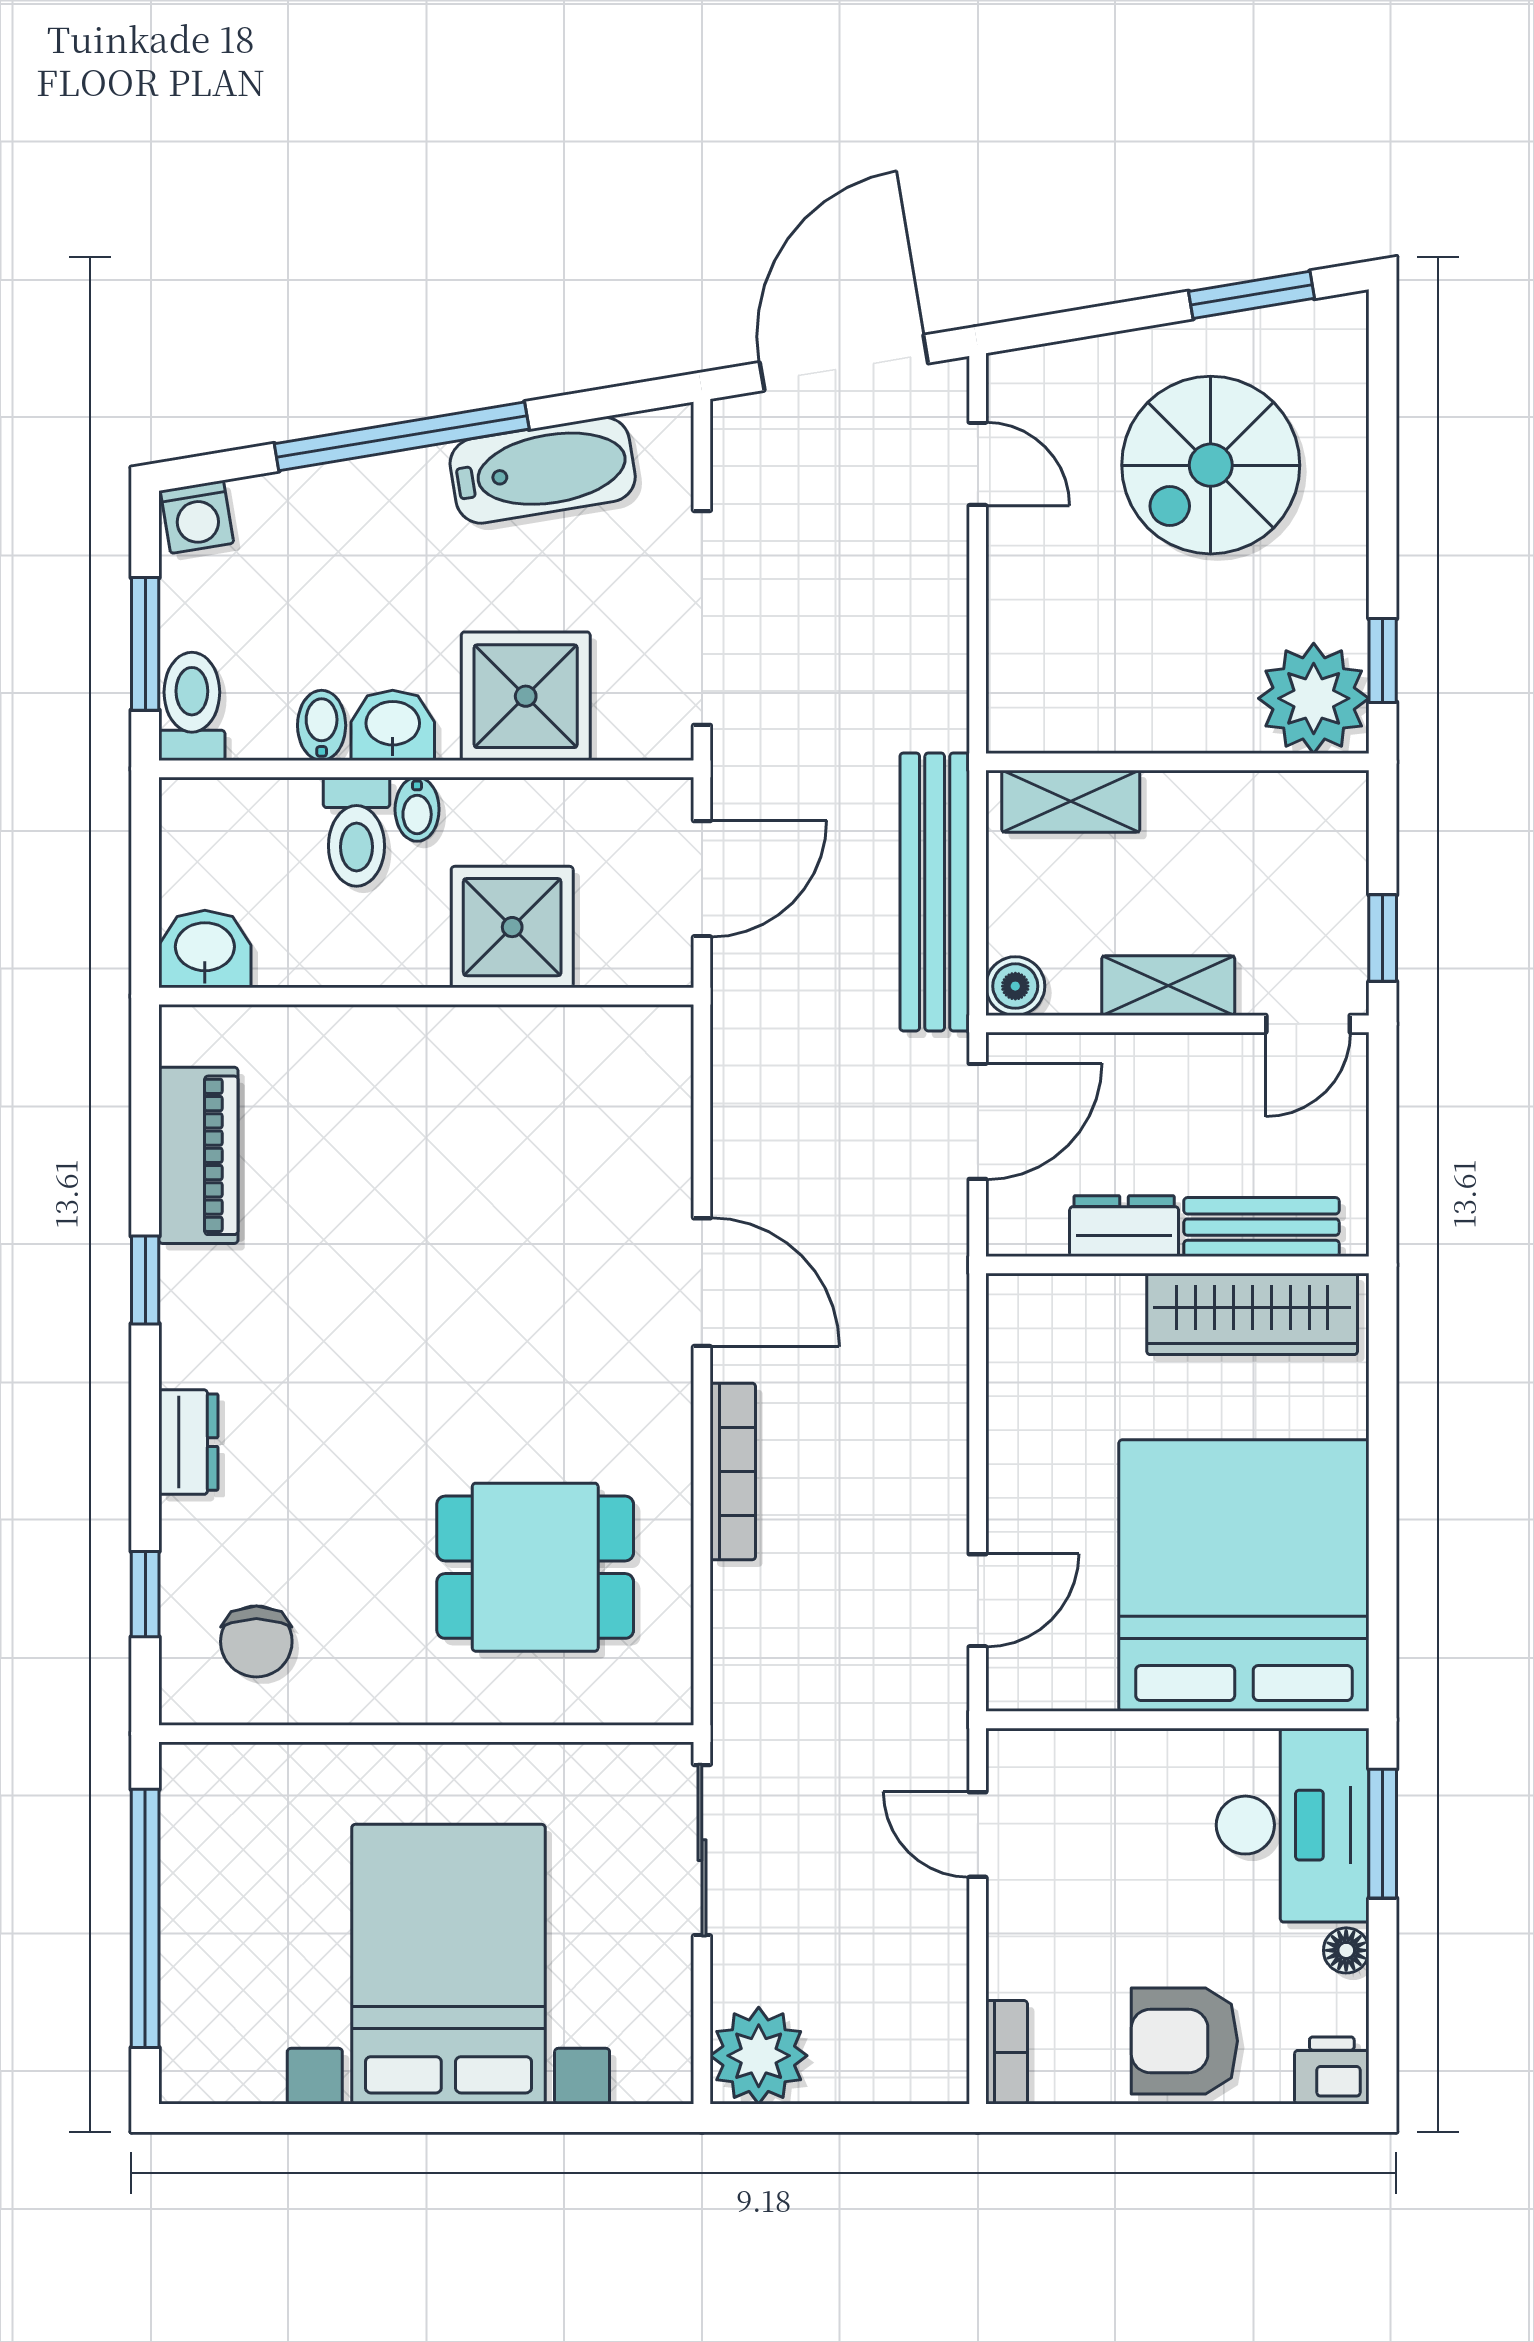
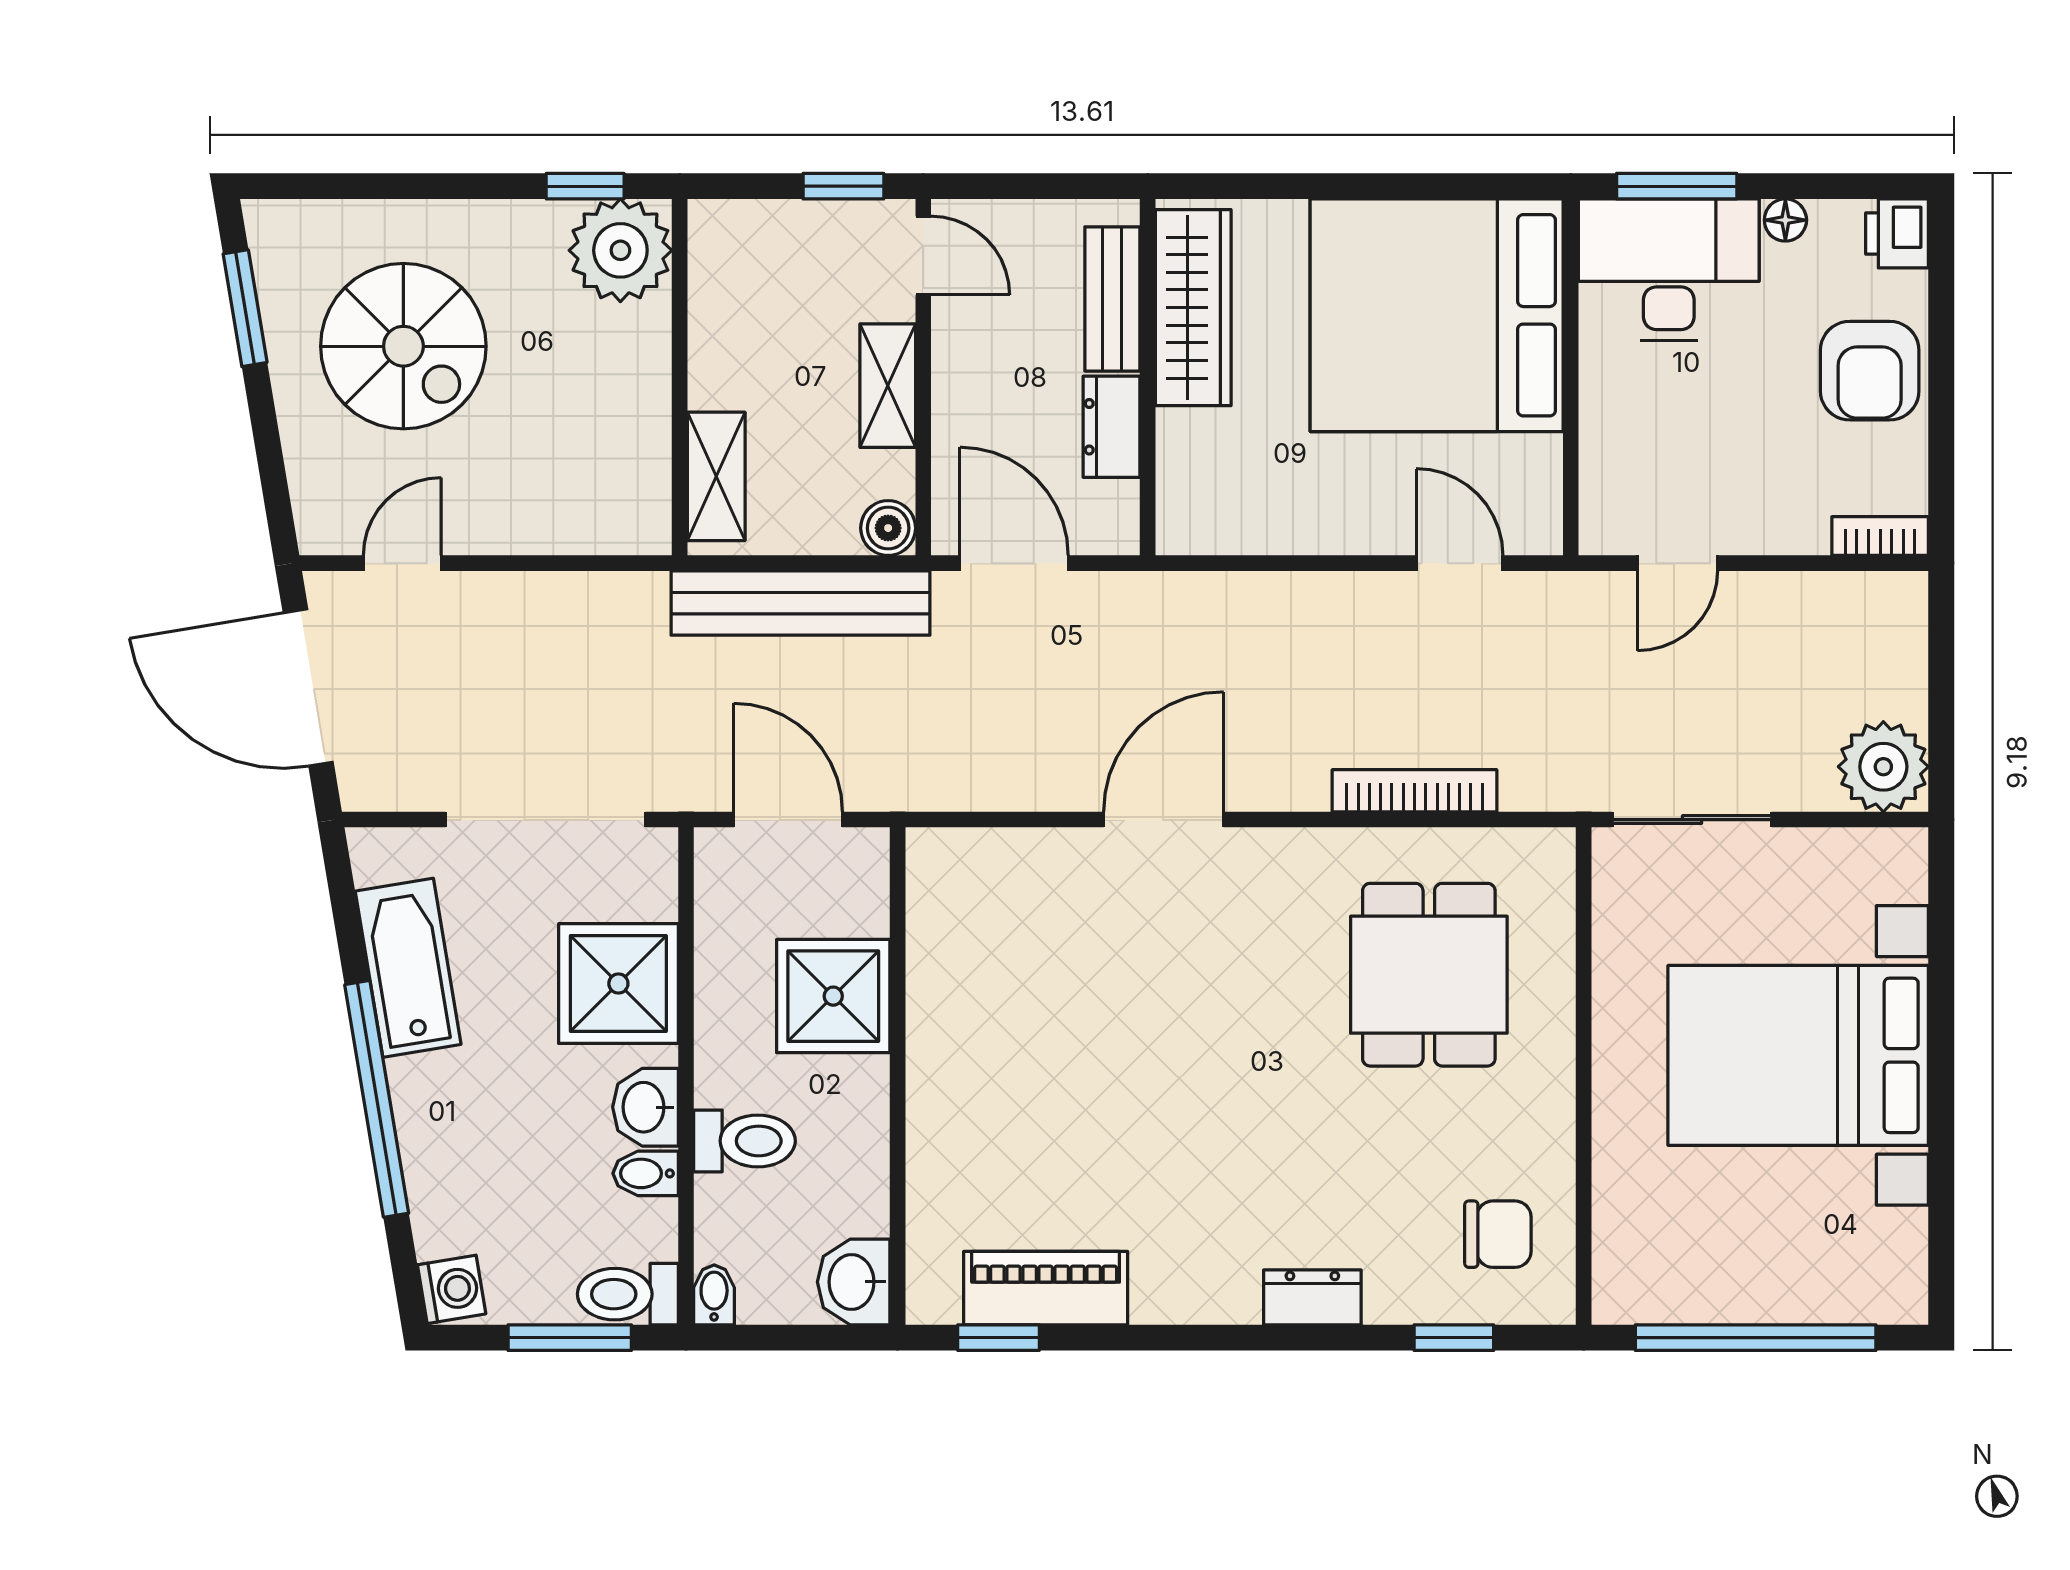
bidet: (417, 809) -> (714, 1295), moved, turned -90
window: (145, 1280) -> (998, 1338), moved
bookcase: (733, 1471) -> (1415, 791), moved

